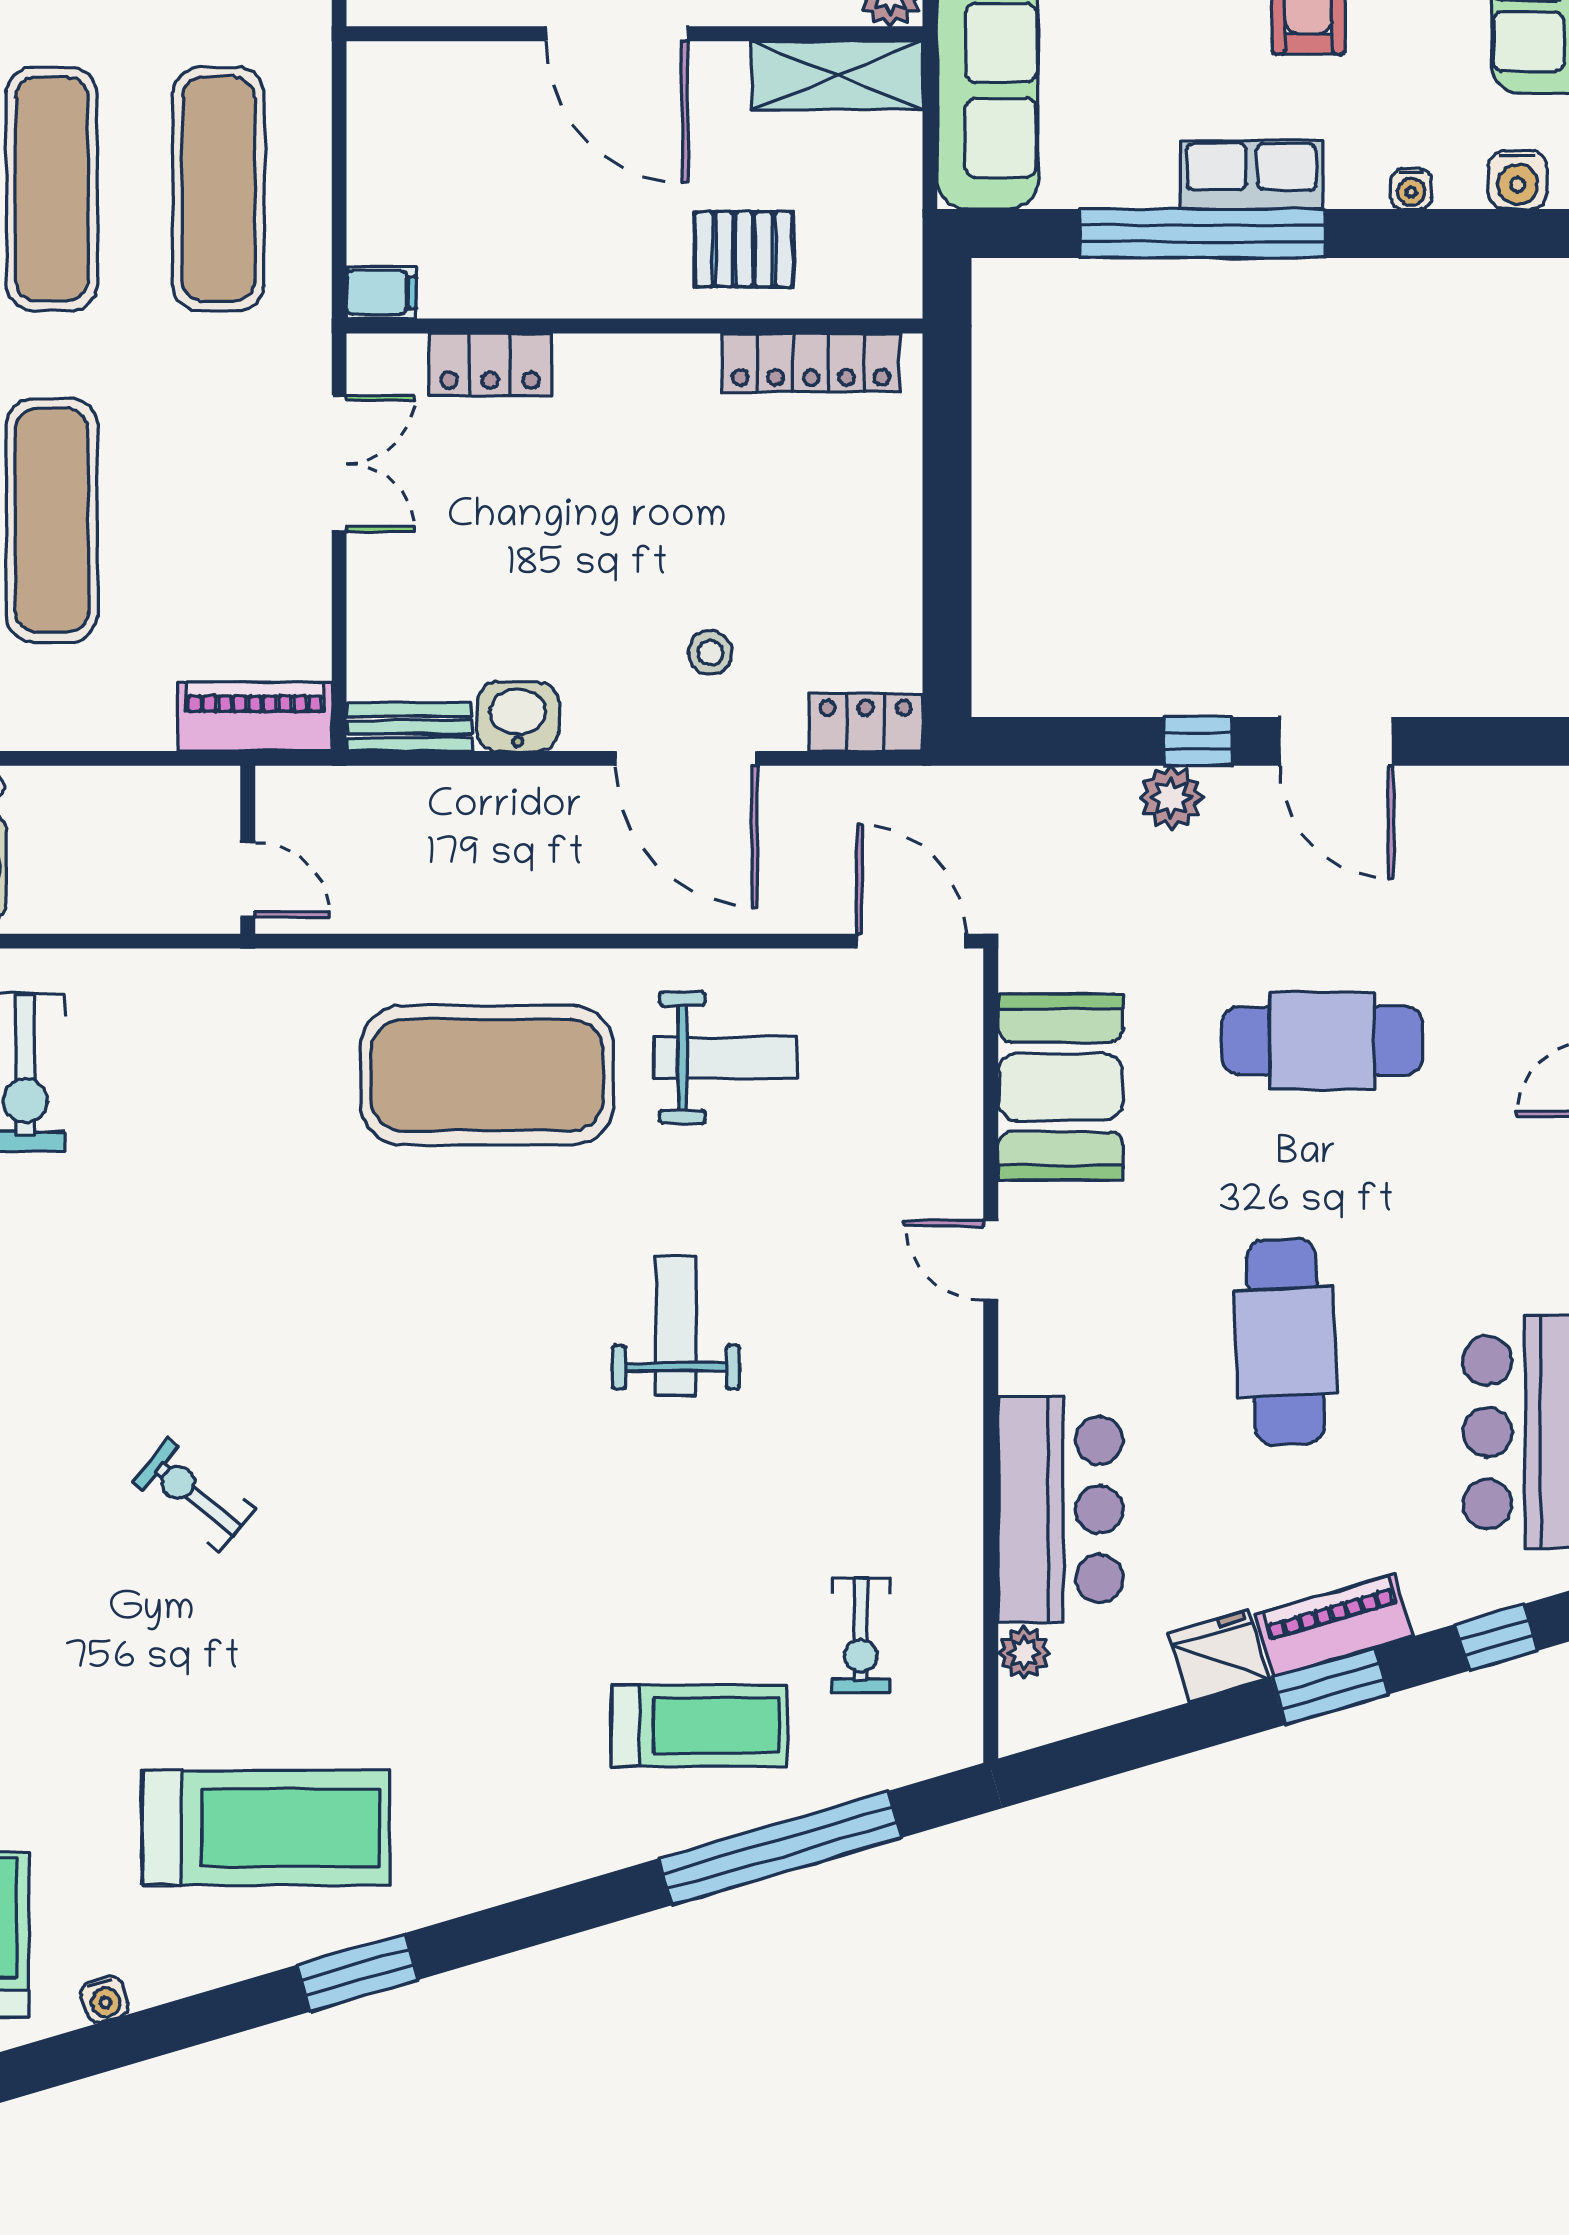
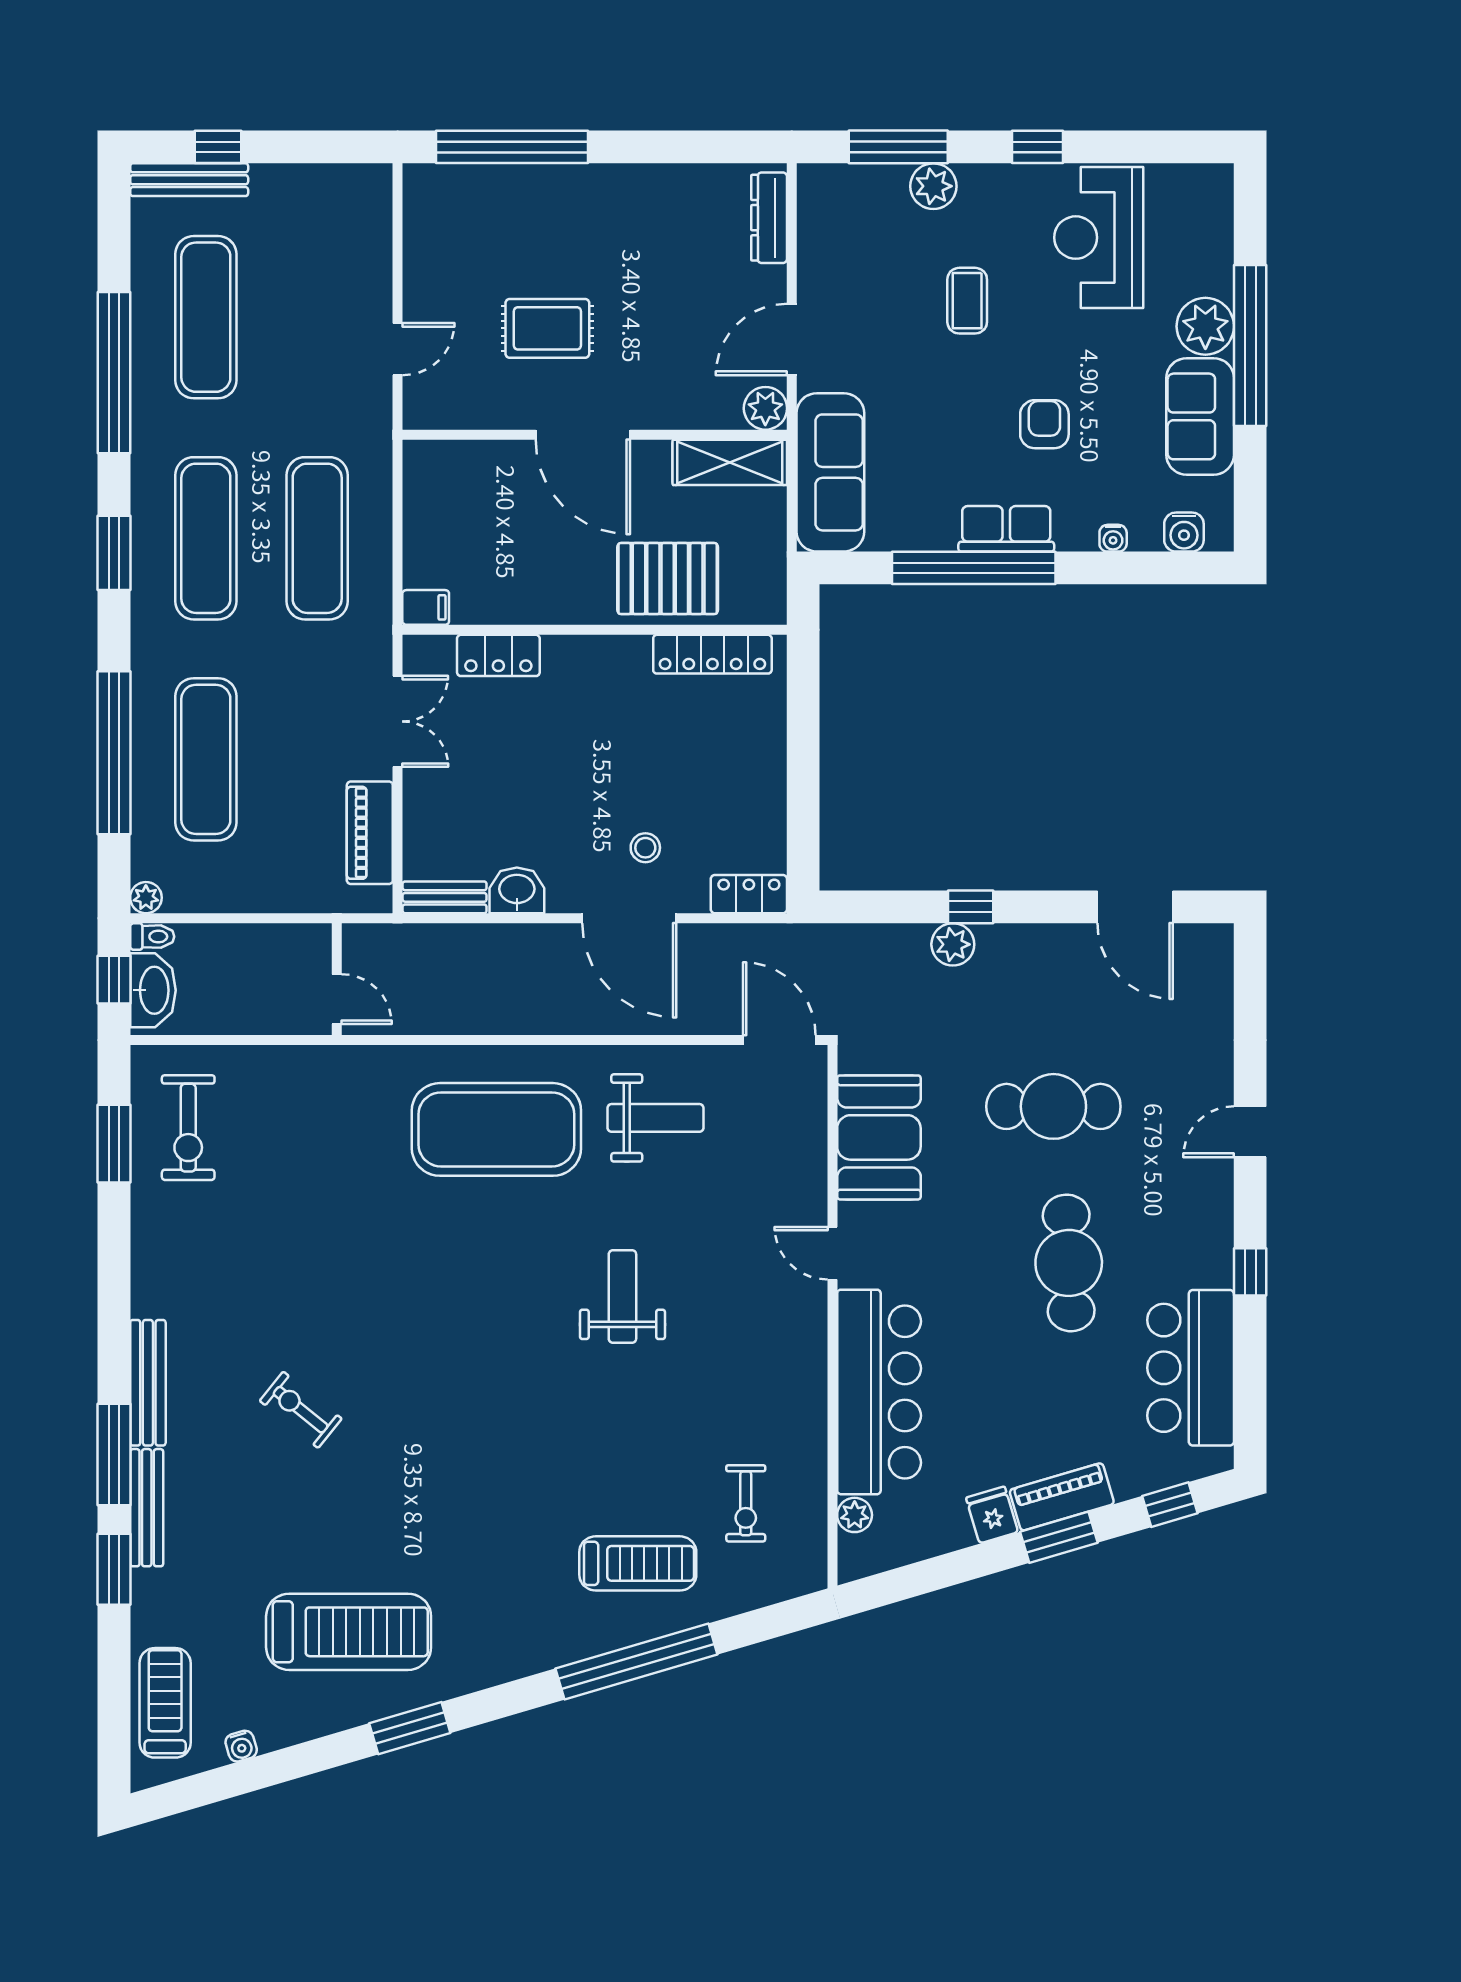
pallet: (744, 249) -> (668, 579), width x1.50, depth x1.42
piano: (255, 717) -> (370, 833), moved, turned -90
door: (1337, 741) -> (1135, 907), moved
cafe table: (1286, 1342) -> (1069, 1263), moved
bar counter: (1061, 1509) -> (879, 1392), width x1.36
fridge: (1219, 1656) -> (992, 1515), width x0.72
window: (780, 1848) -> (636, 1662), moved

